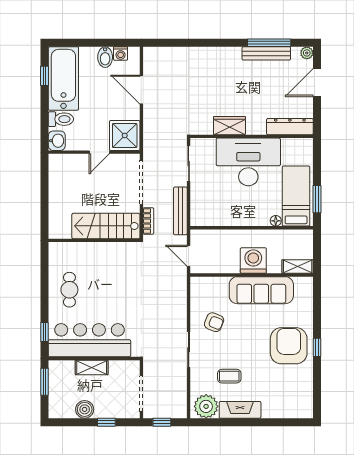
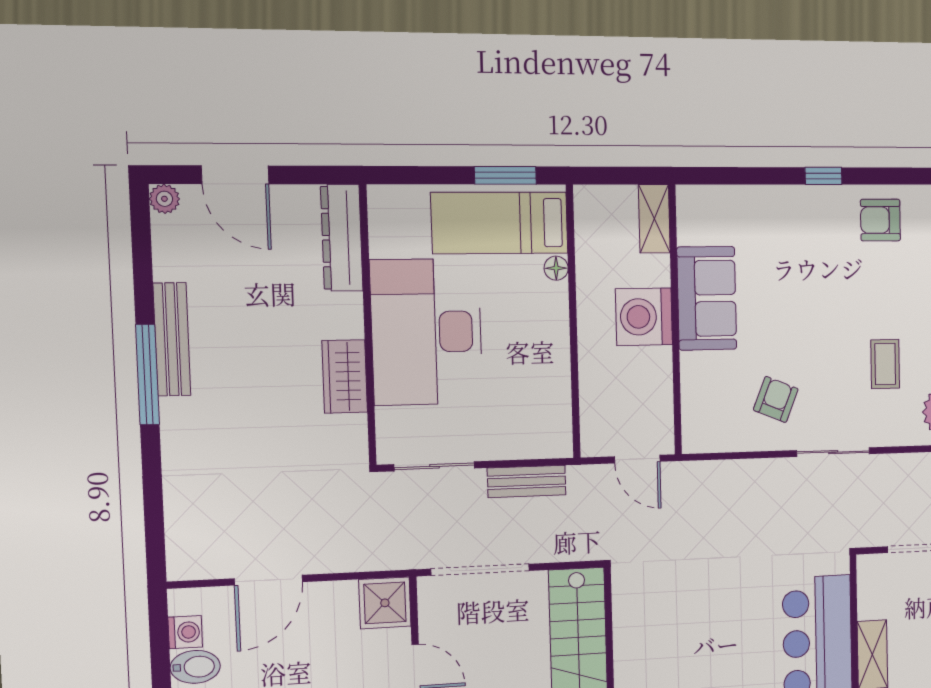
window: (269, 43) -> (147, 375), moved
bench: (266, 53) -> (172, 339), moved
shower: (125, 135) -> (385, 603), width x0.73, depth x0.73
bench: (180, 211) -> (527, 481), width x0.73
bookcase: (148, 221) -> (565, 550), removed
door: (189, 256) -> (637, 459), hinge flipped
sofa: (261, 290) -> (707, 298), width x0.73
armchair: (289, 346) -> (880, 220), moved, width x0.53, depth x0.53

